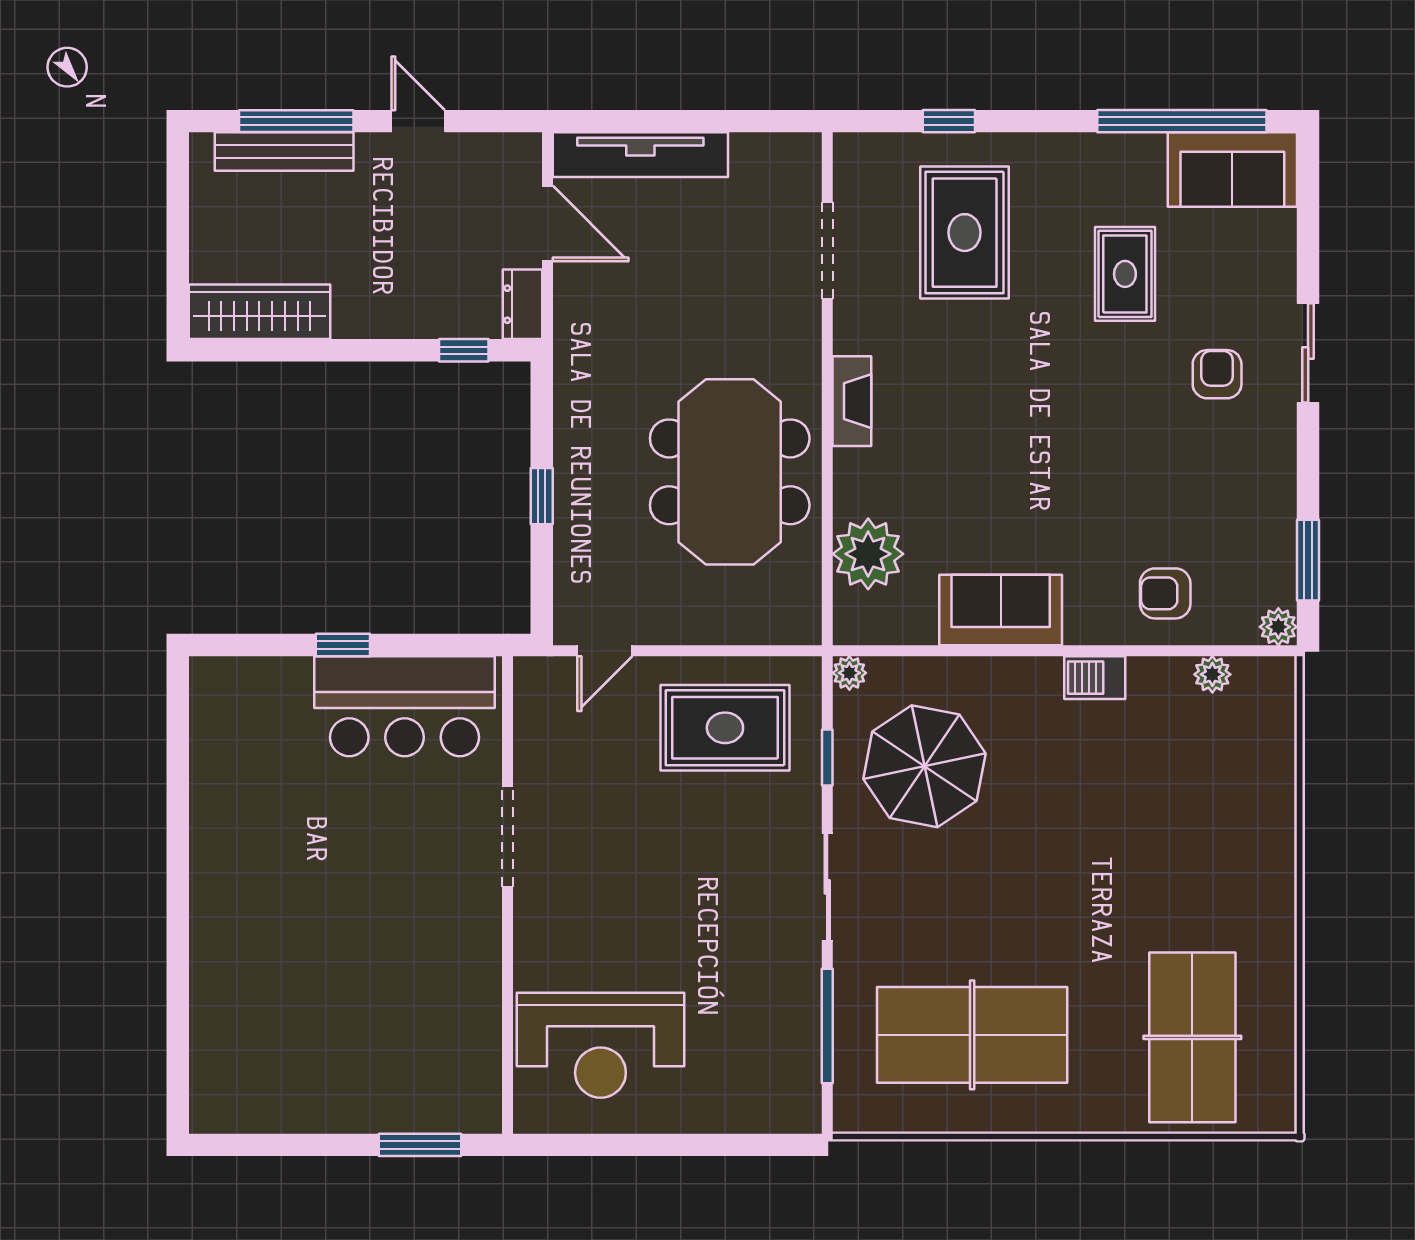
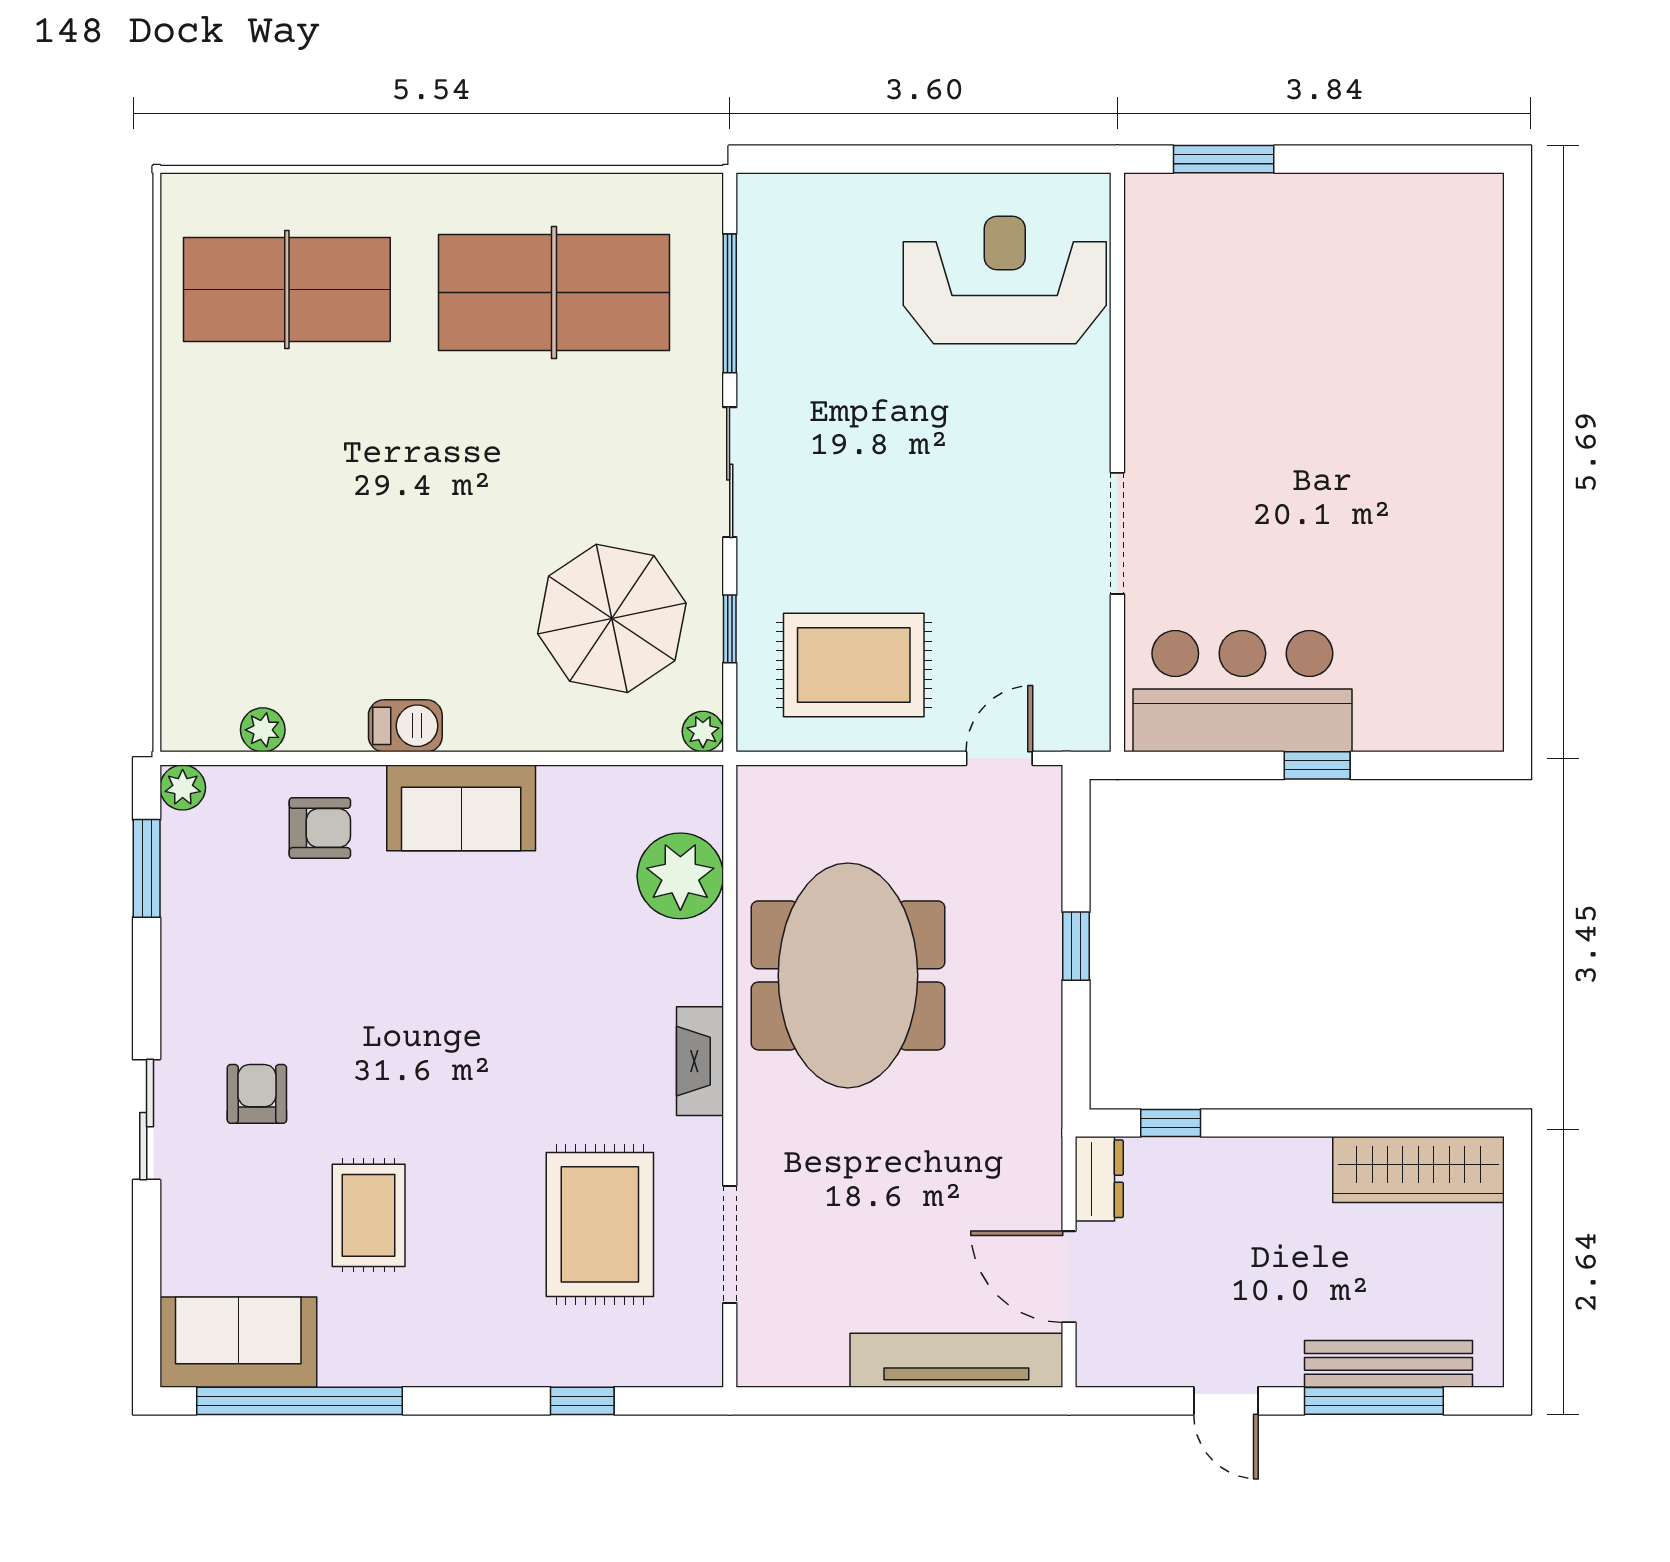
rug: (965, 233) -> (600, 1224), moved
armchair: (1217, 374) -> (257, 1094), turned 180
sofa: (1001, 610) -> (461, 808), moved
table tennis table: (1192, 1037) -> (287, 290), turned 90

